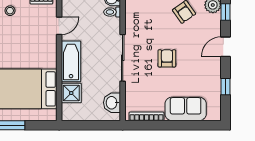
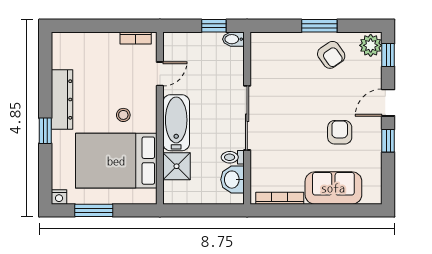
stool: (10, 11) -> (123, 115), moved
toilet: (112, 12) -> (233, 157), moved
armchair: (167, 58) -> (340, 132), moved
window: (225, 87) -> (388, 141), moved

